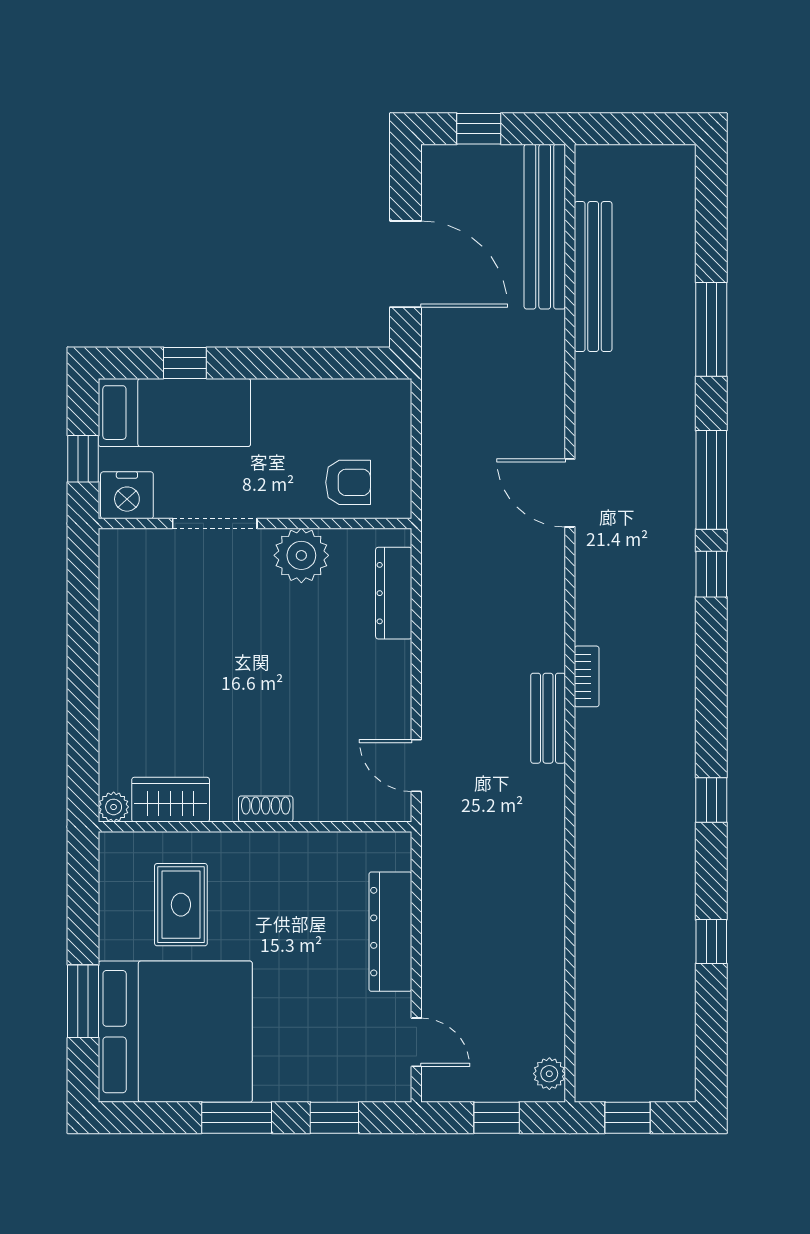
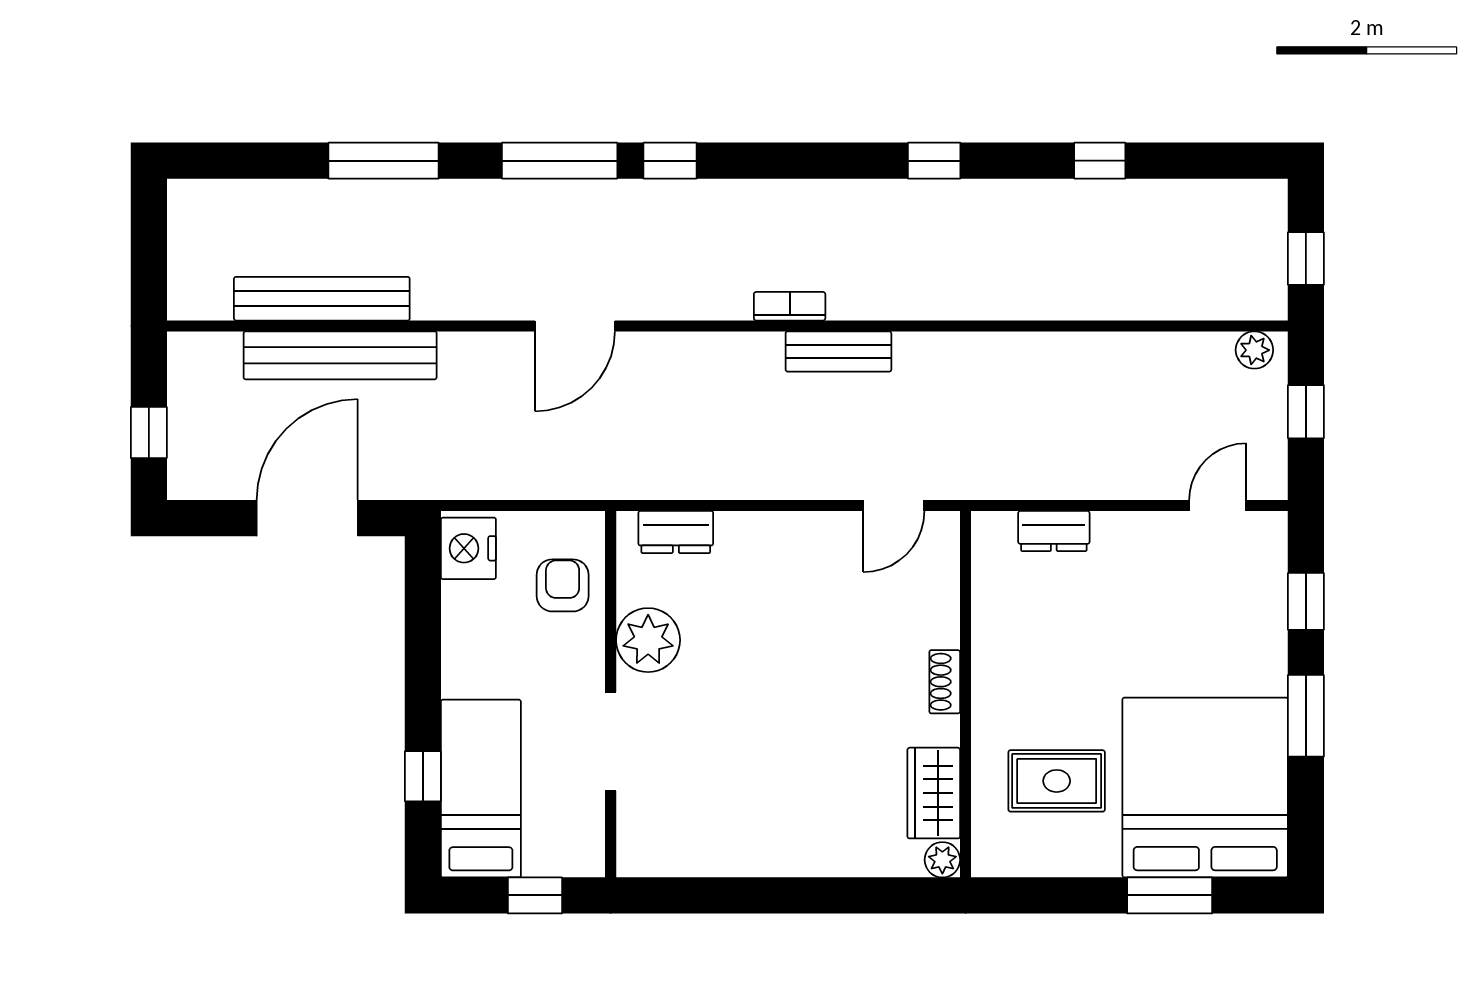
bench: (545, 227) -> (340, 355), moved
nightstand: (127, 495) -> (468, 548), moved, turned 180
dresser: (394, 593) -> (676, 532), width x0.70
dresser: (390, 932) -> (1054, 531), width x0.51, depth x0.80

